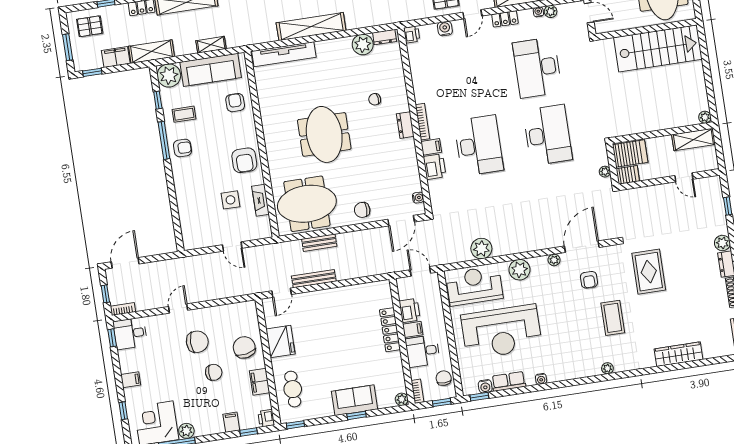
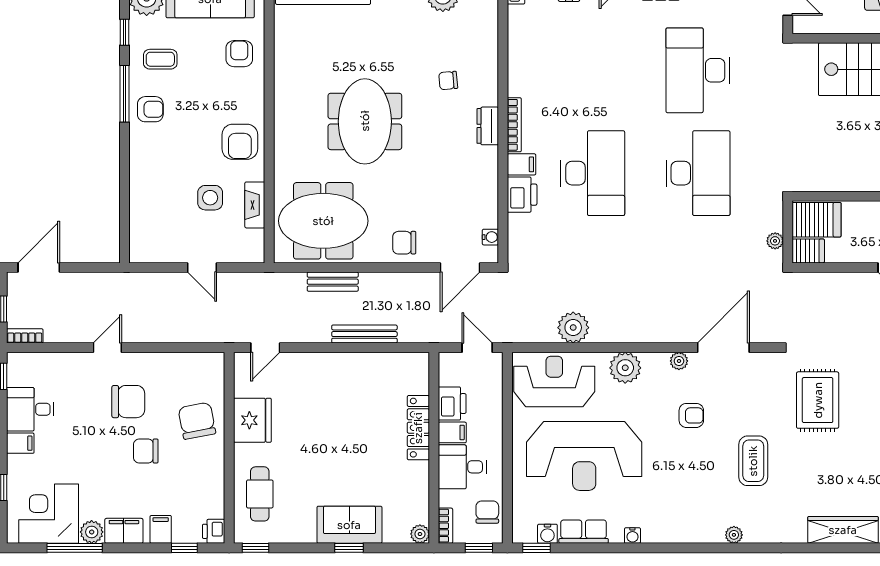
bench: (314, 279) -> (364, 334), moved
armchair: (589, 280) -> (691, 415), moved, turned -90
desk: (130, 333) -> (30, 409), moved
chair: (214, 372) -> (146, 451), turned 180
filing cabinet: (260, 382) -> (124, 531), moved, turned 90

